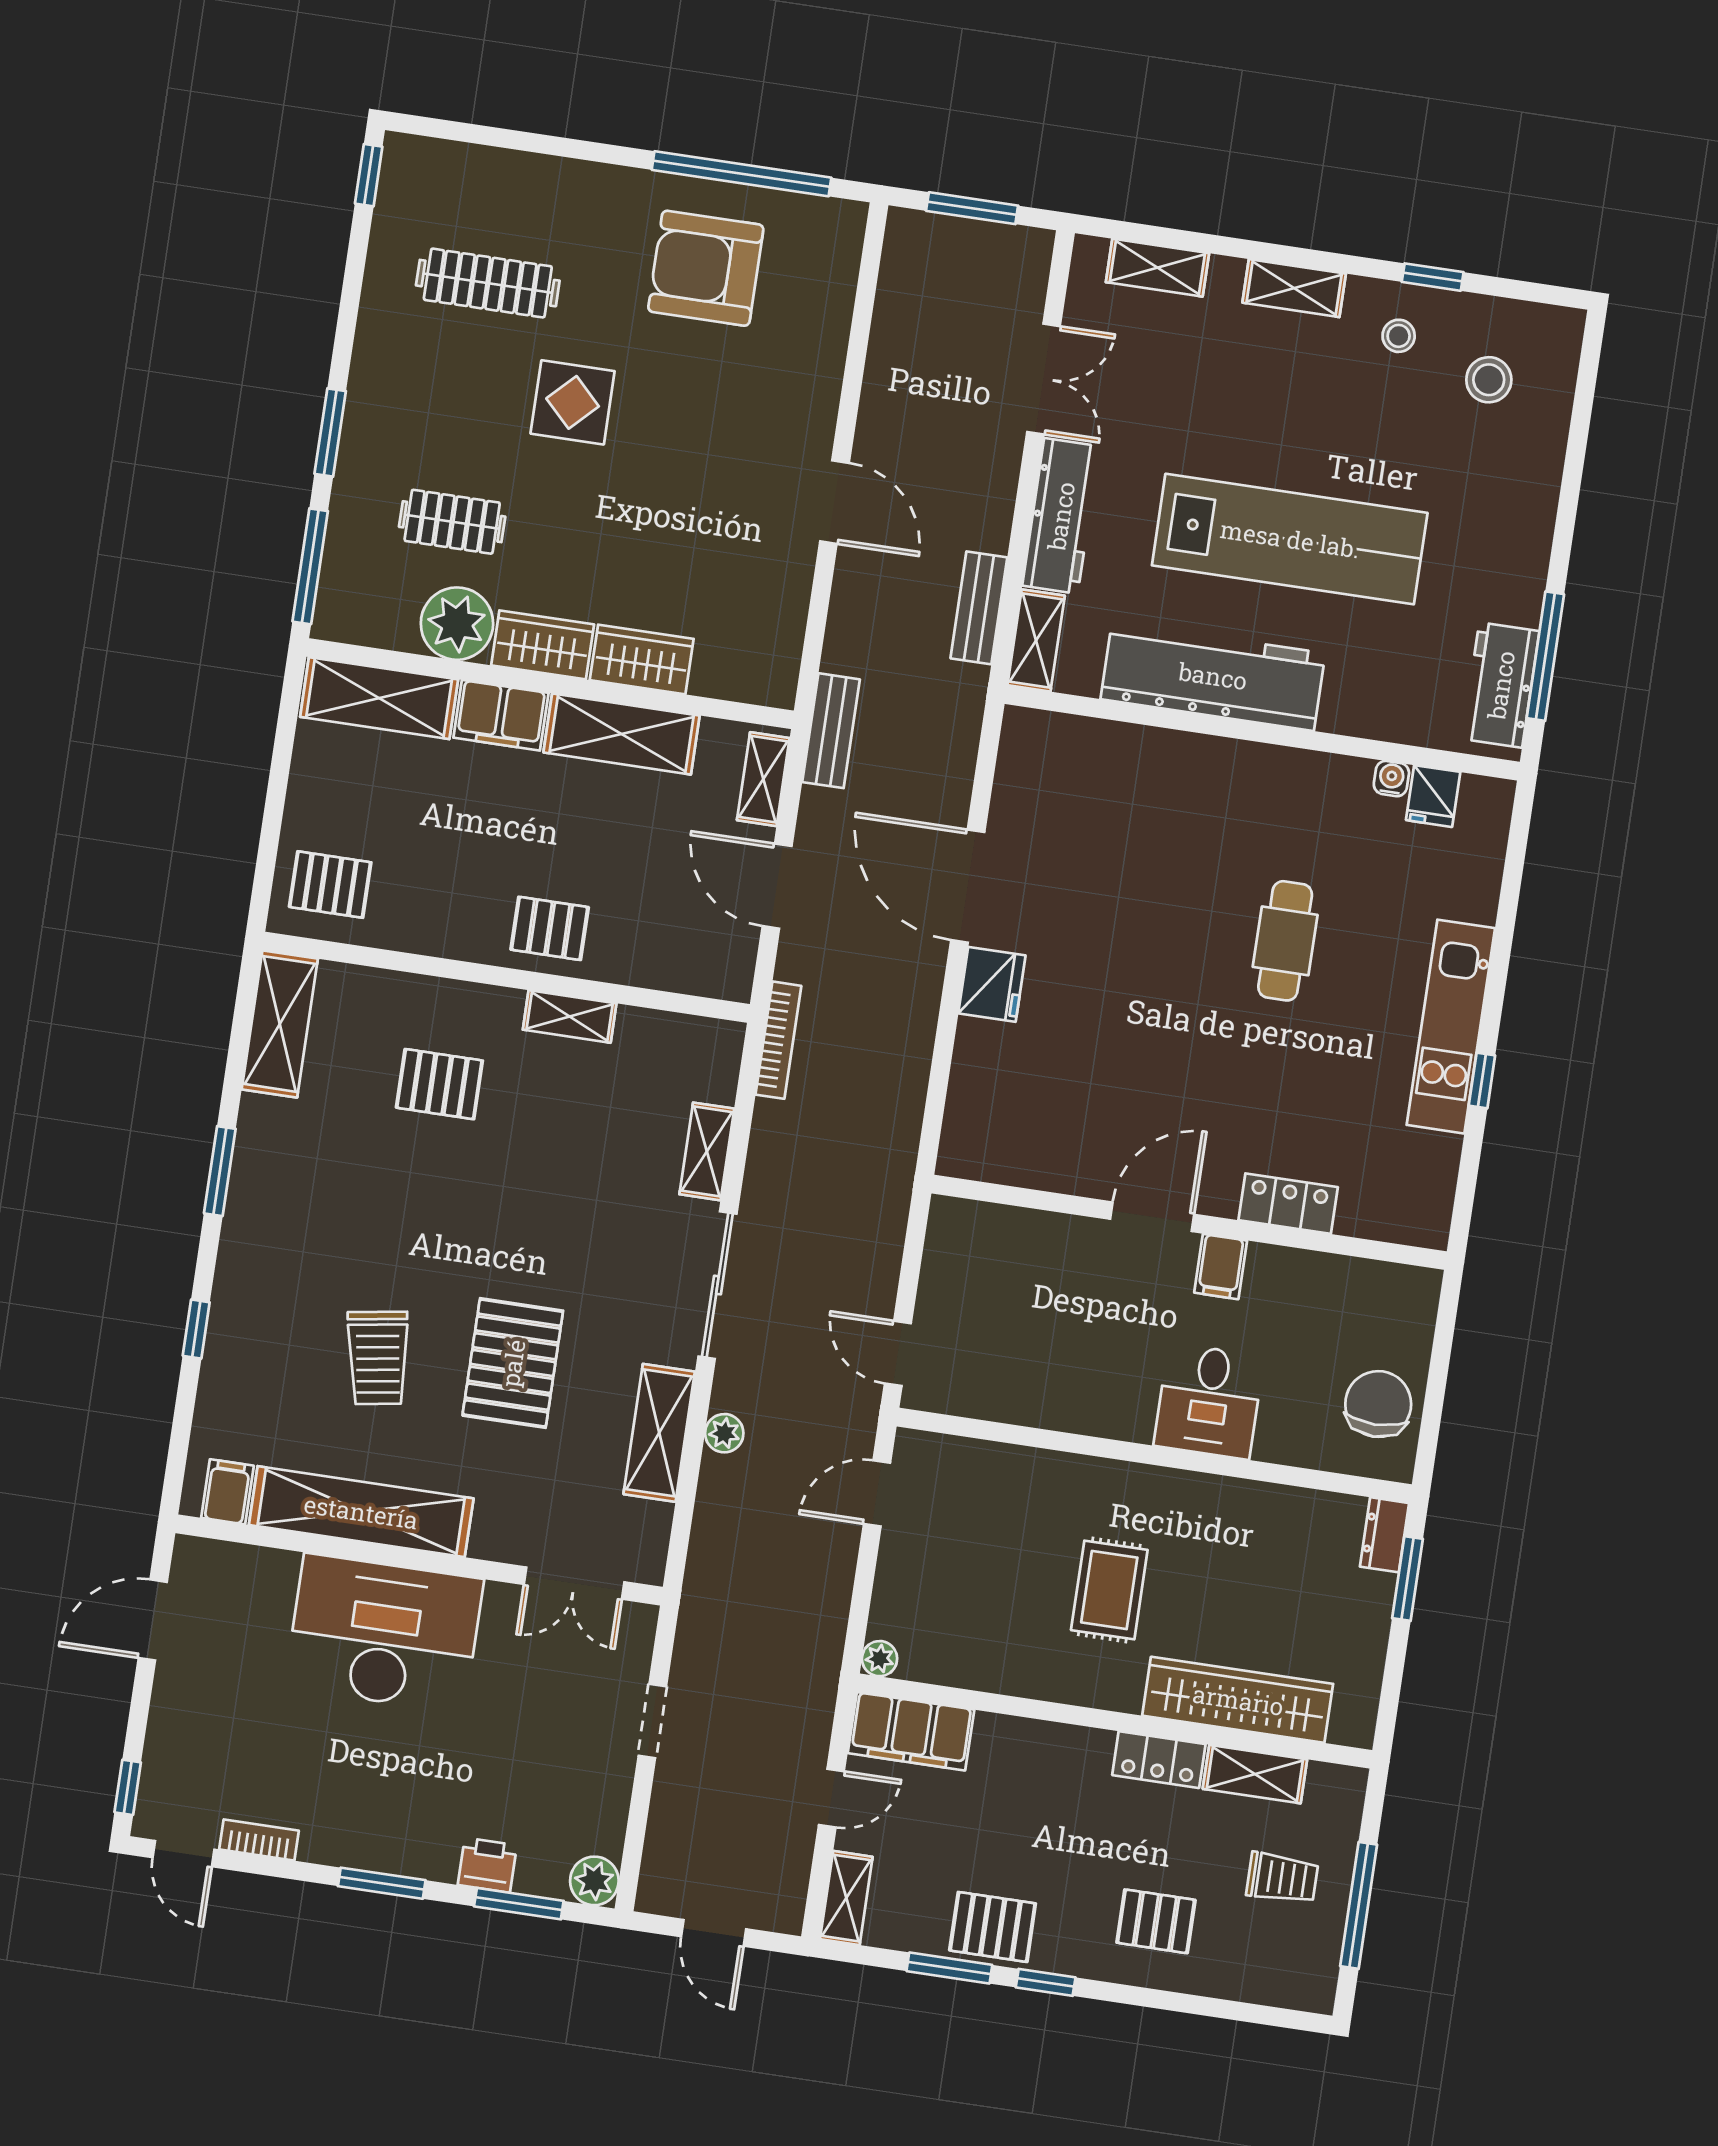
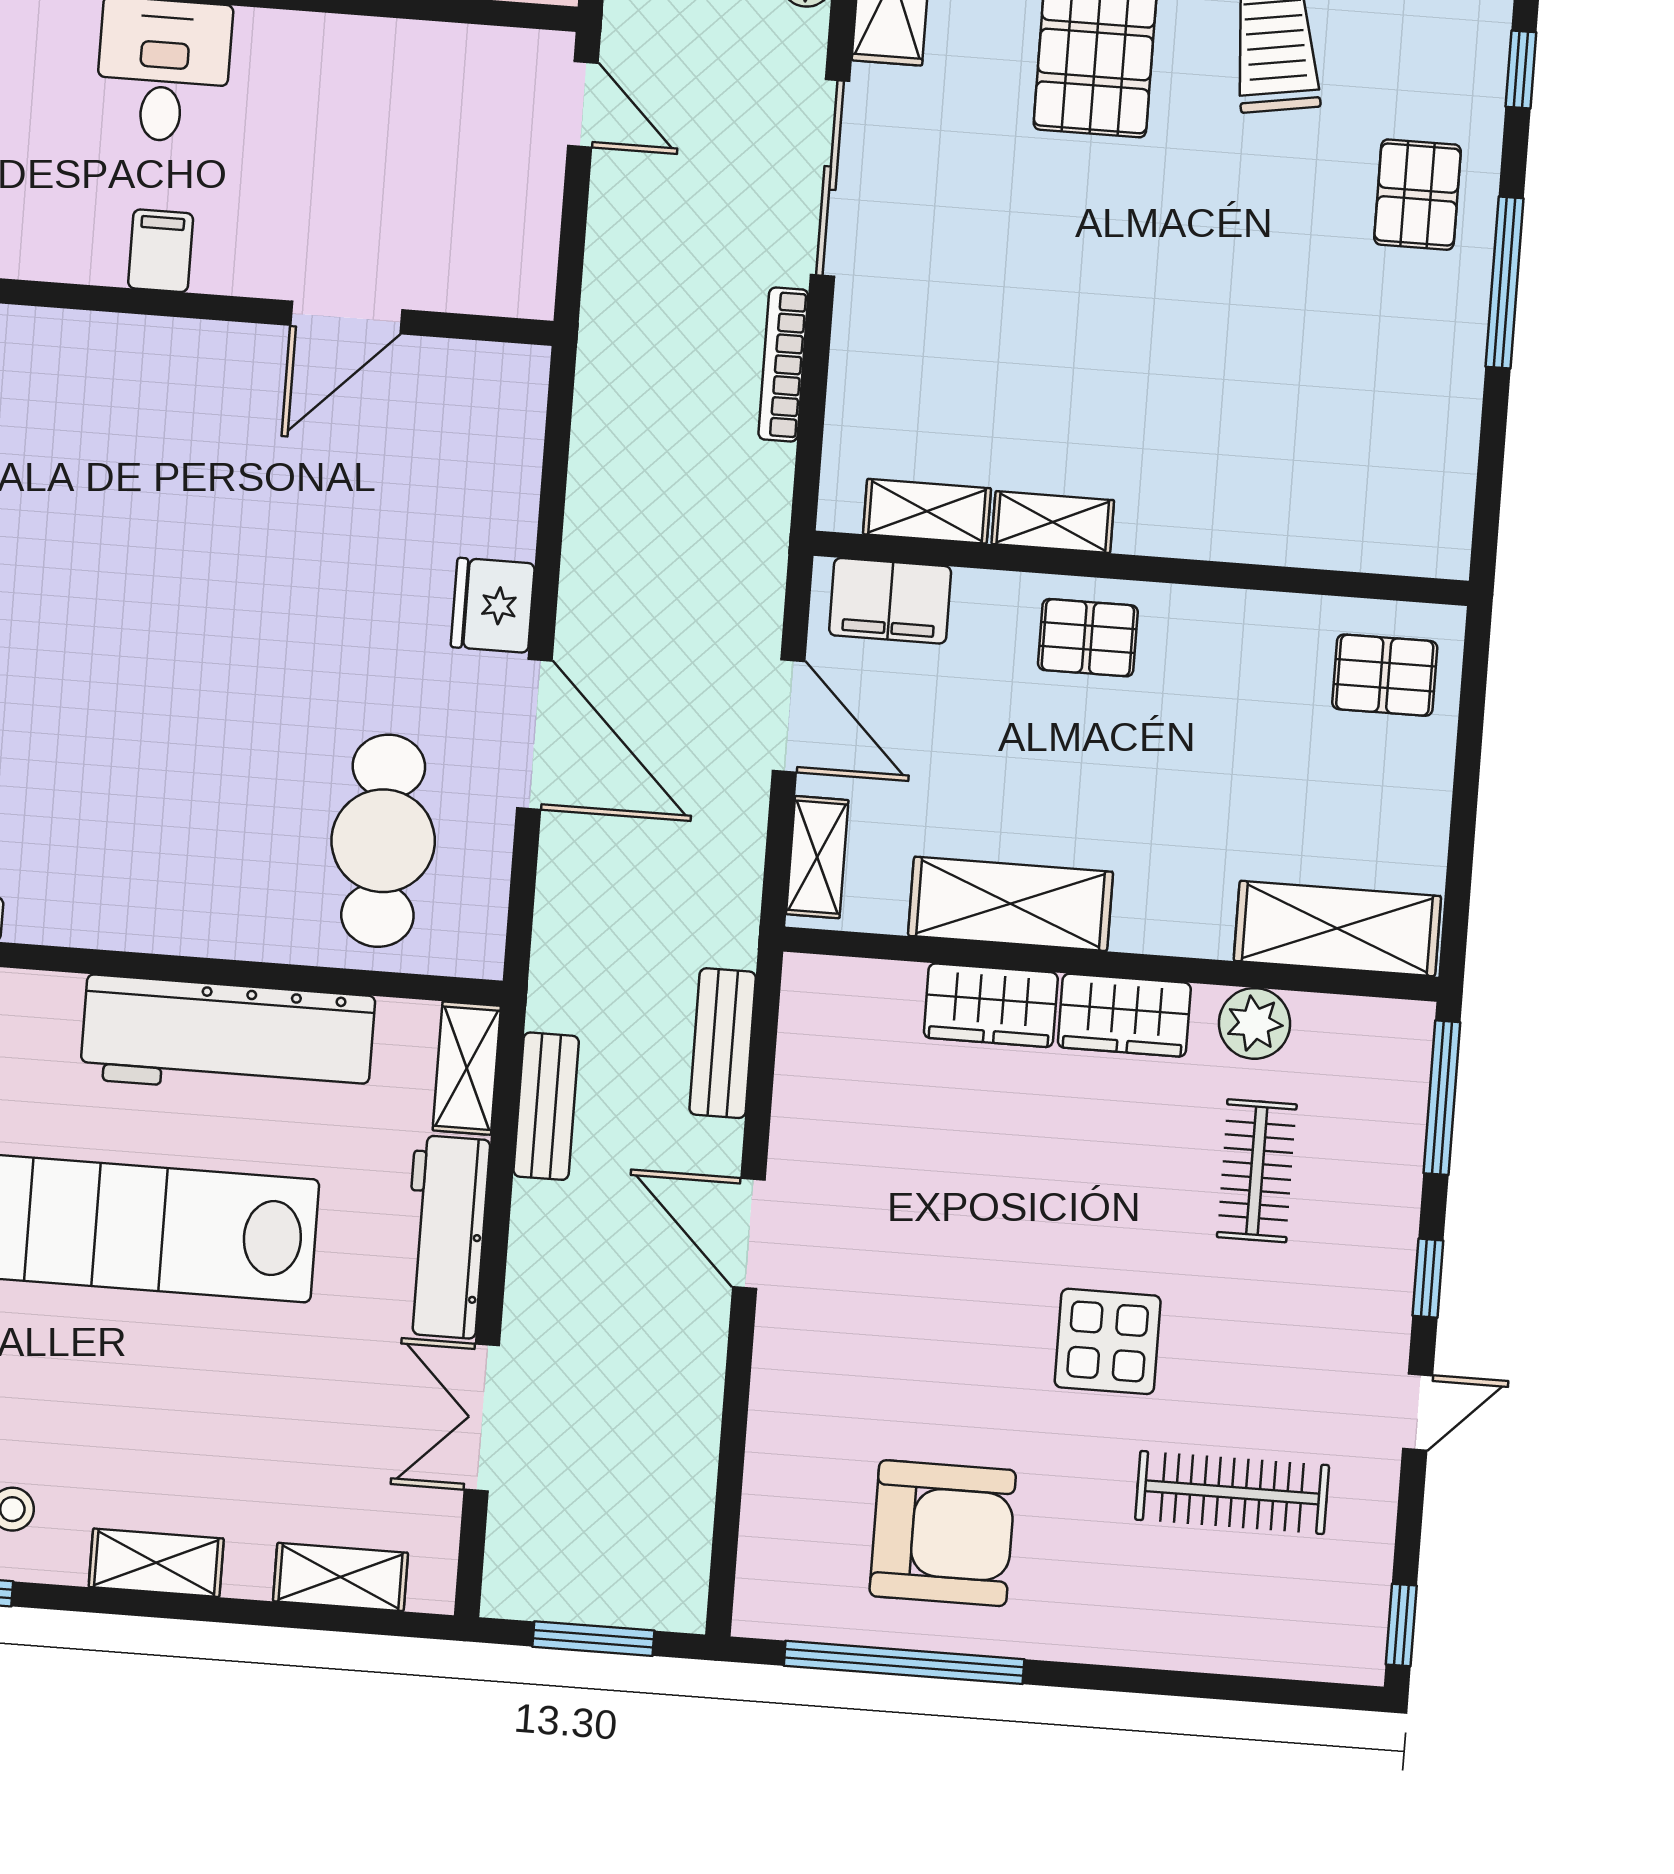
door: (345, 333) -> (1418, 1412), added
window: (330, 432) -> (1428, 1278), width x0.67
clothes rail: (452, 522) -> (1257, 1171), turned 90
plant: (457, 624) -> (1254, 1023), width x0.73, depth x0.73
filing cabinet: (501, 715) -> (890, 601), moved, turned 180
bench: (831, 731) -> (723, 1043), moved
cafe table: (1285, 941) -> (383, 841), moved, width x1.37, depth x1.35
shelving: (280, 1024) -> (1439, 484), removed
bookcase: (778, 1040) -> (783, 364), moved
pallet: (439, 1084) -> (1418, 195), moved, turned 90
shelving: (707, 1151) -> (927, 511), moved, turned 90
window: (220, 1171) -> (1505, 283), width x1.44
locker: (1288, 1204) -> (77, 341), removed
door: (1152, 1217) -> (346, 318), moved

